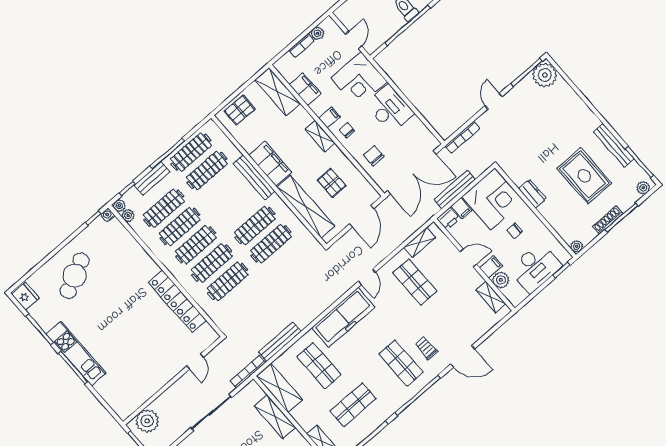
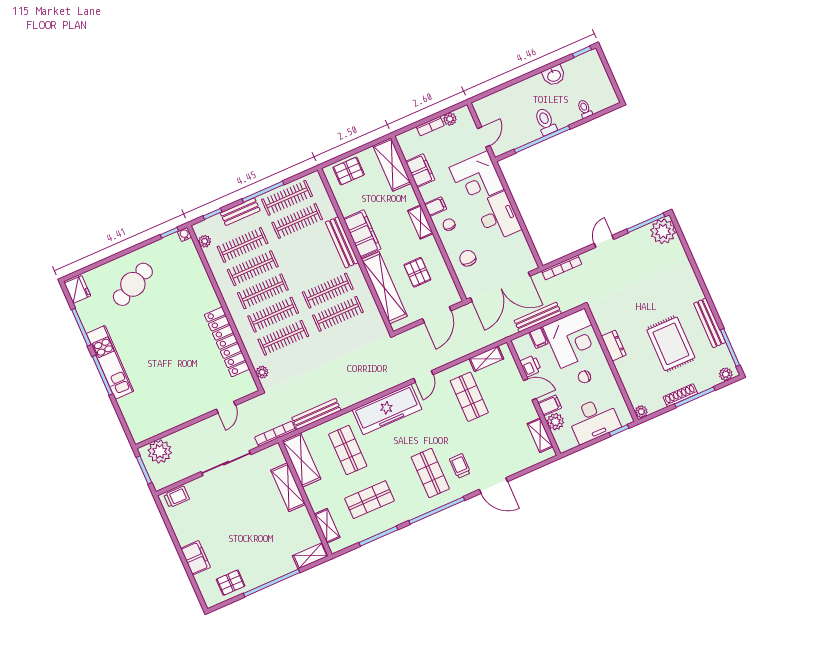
plant: (119, 206) -> (262, 372), moved
printer: (449, 218) -> (531, 366), moved, turned -90

